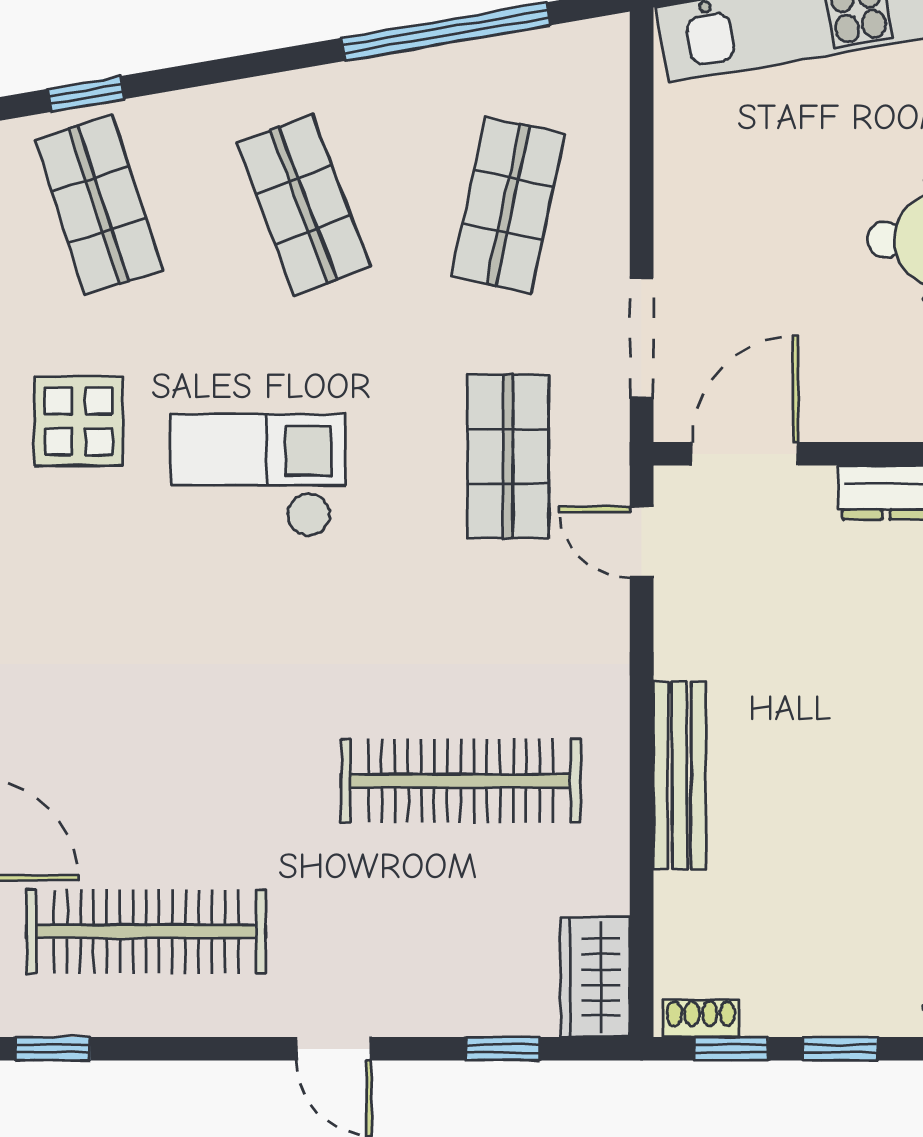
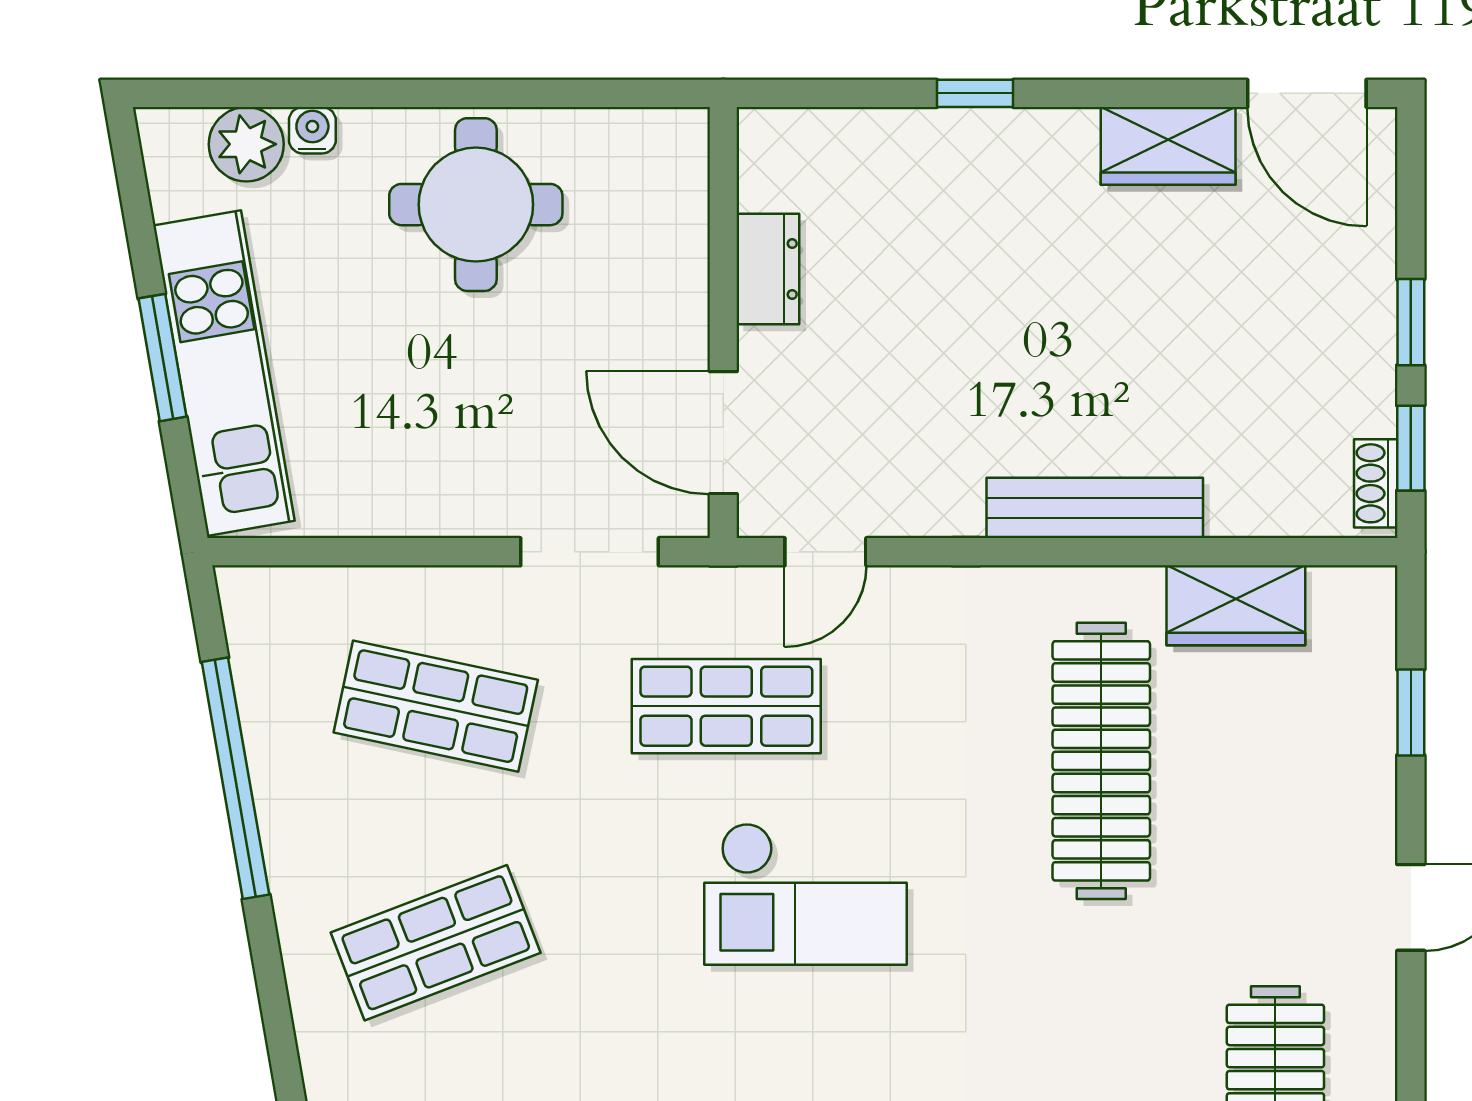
checkout: (258, 475) -> (806, 894), moved, turned -90
wardrobe: (595, 977) -> (1236, 605), moved

